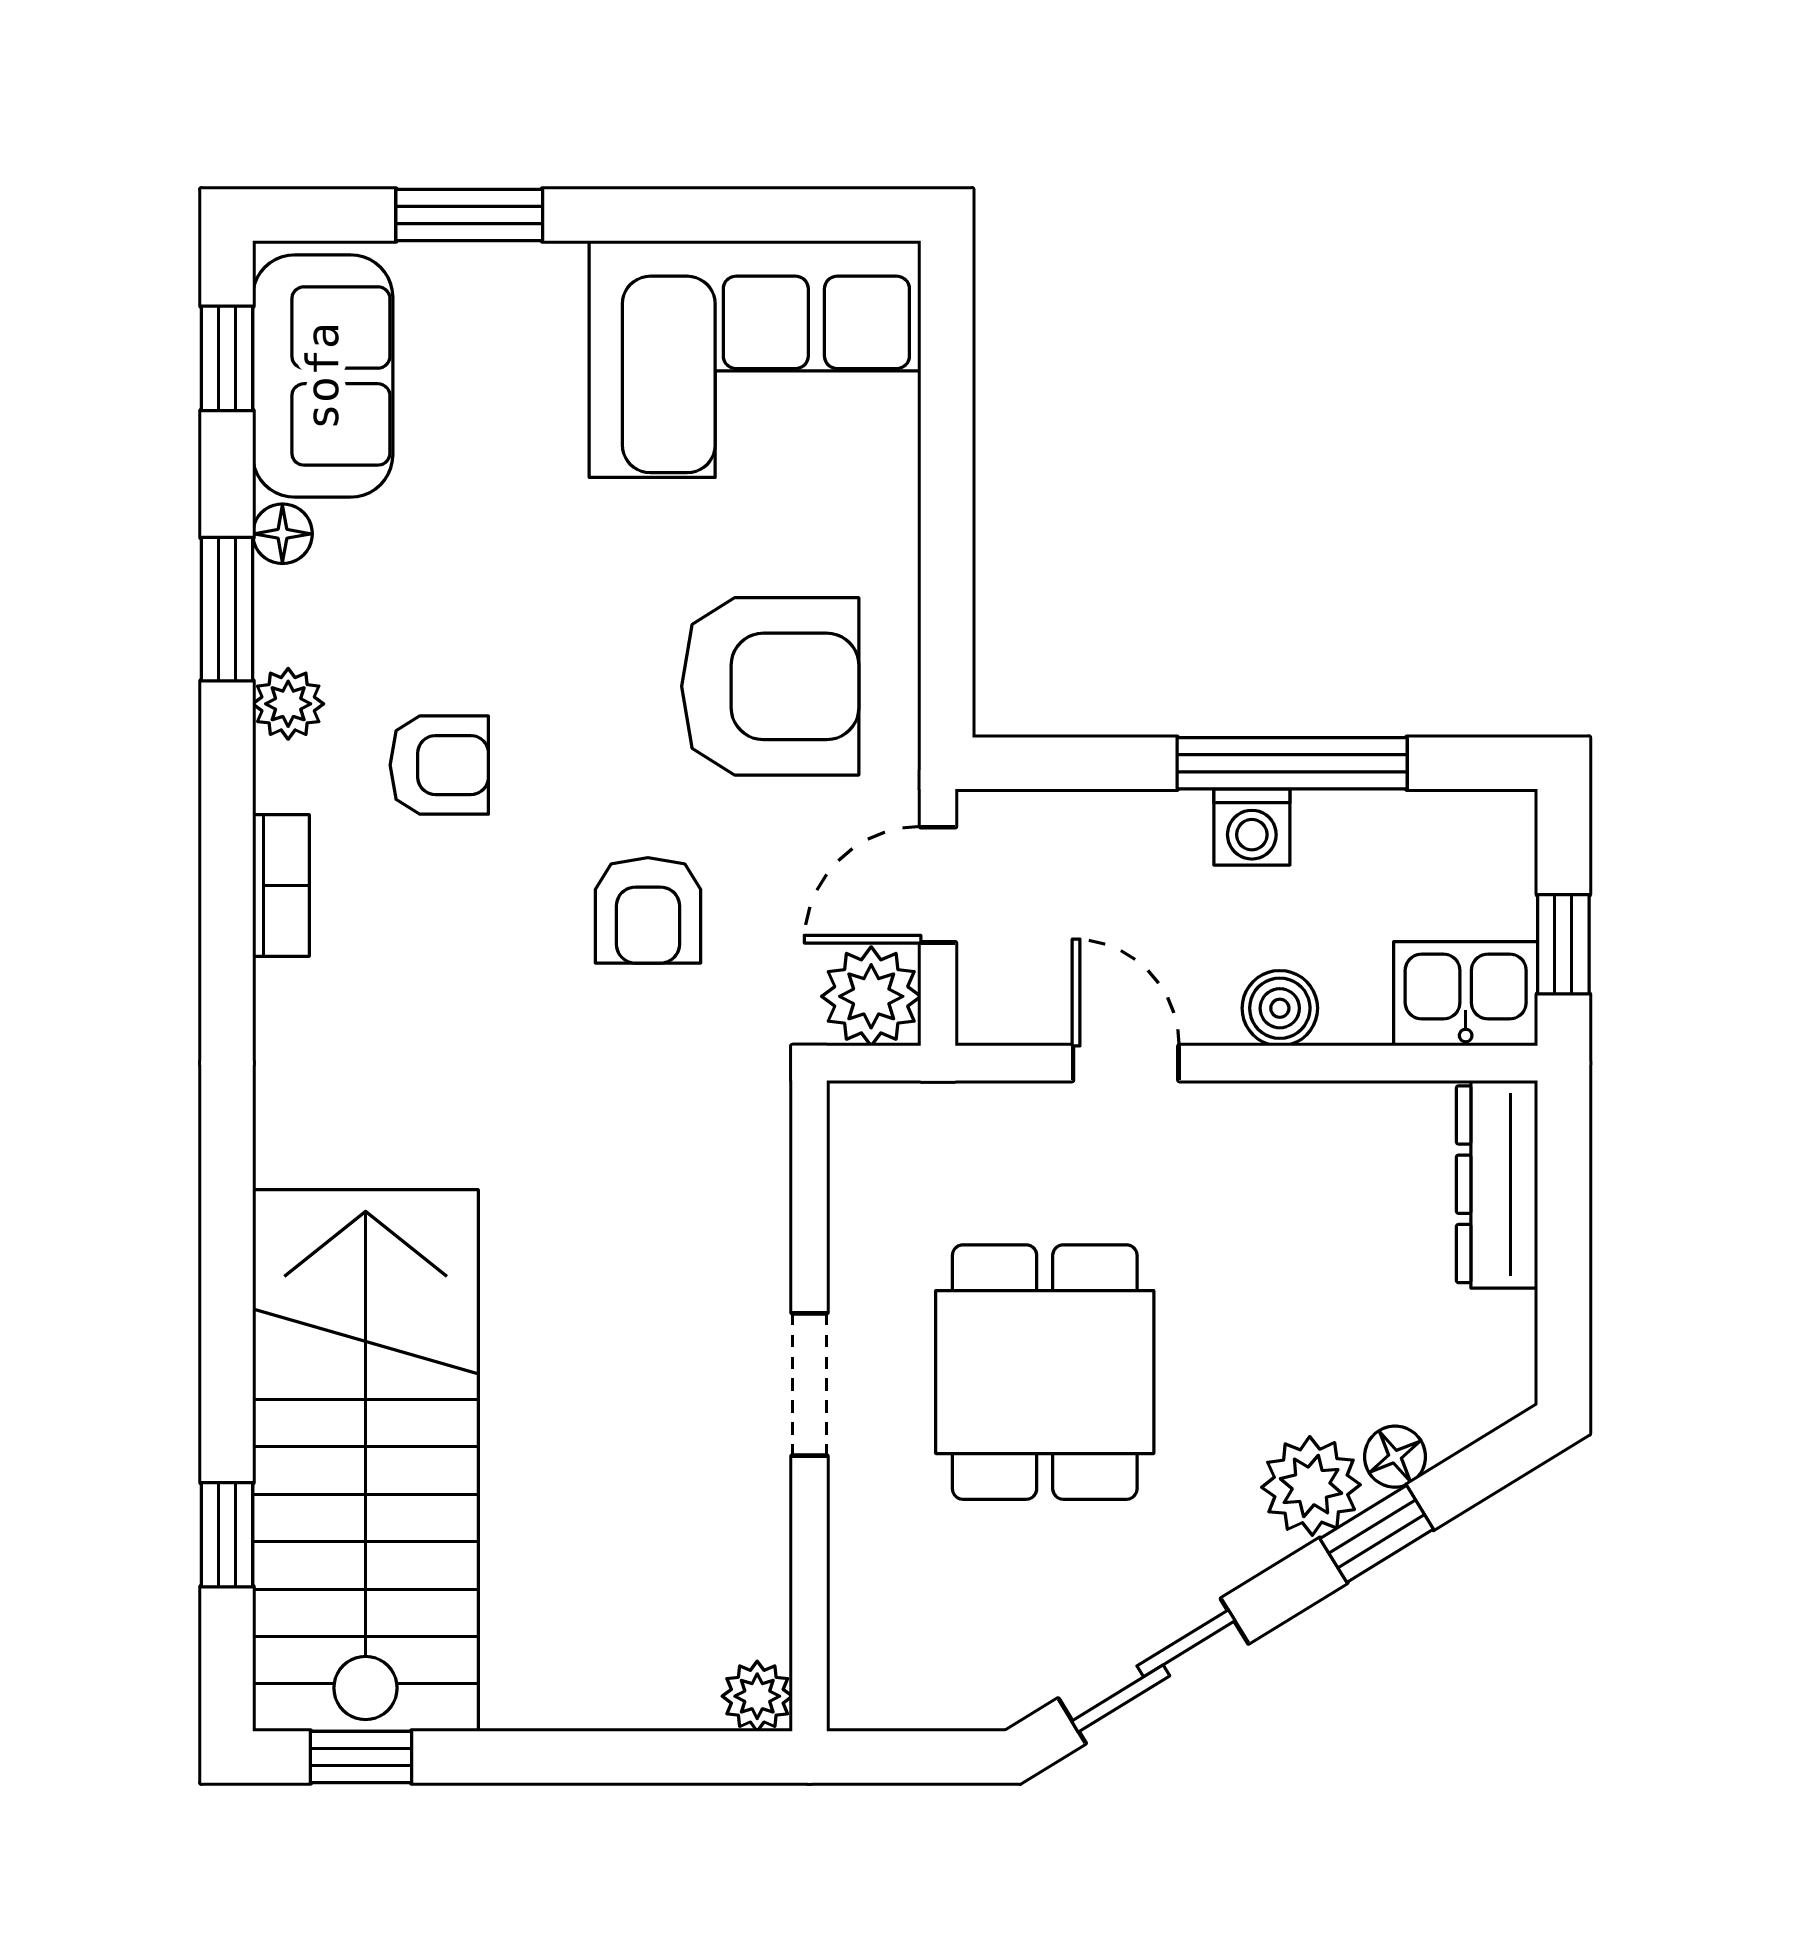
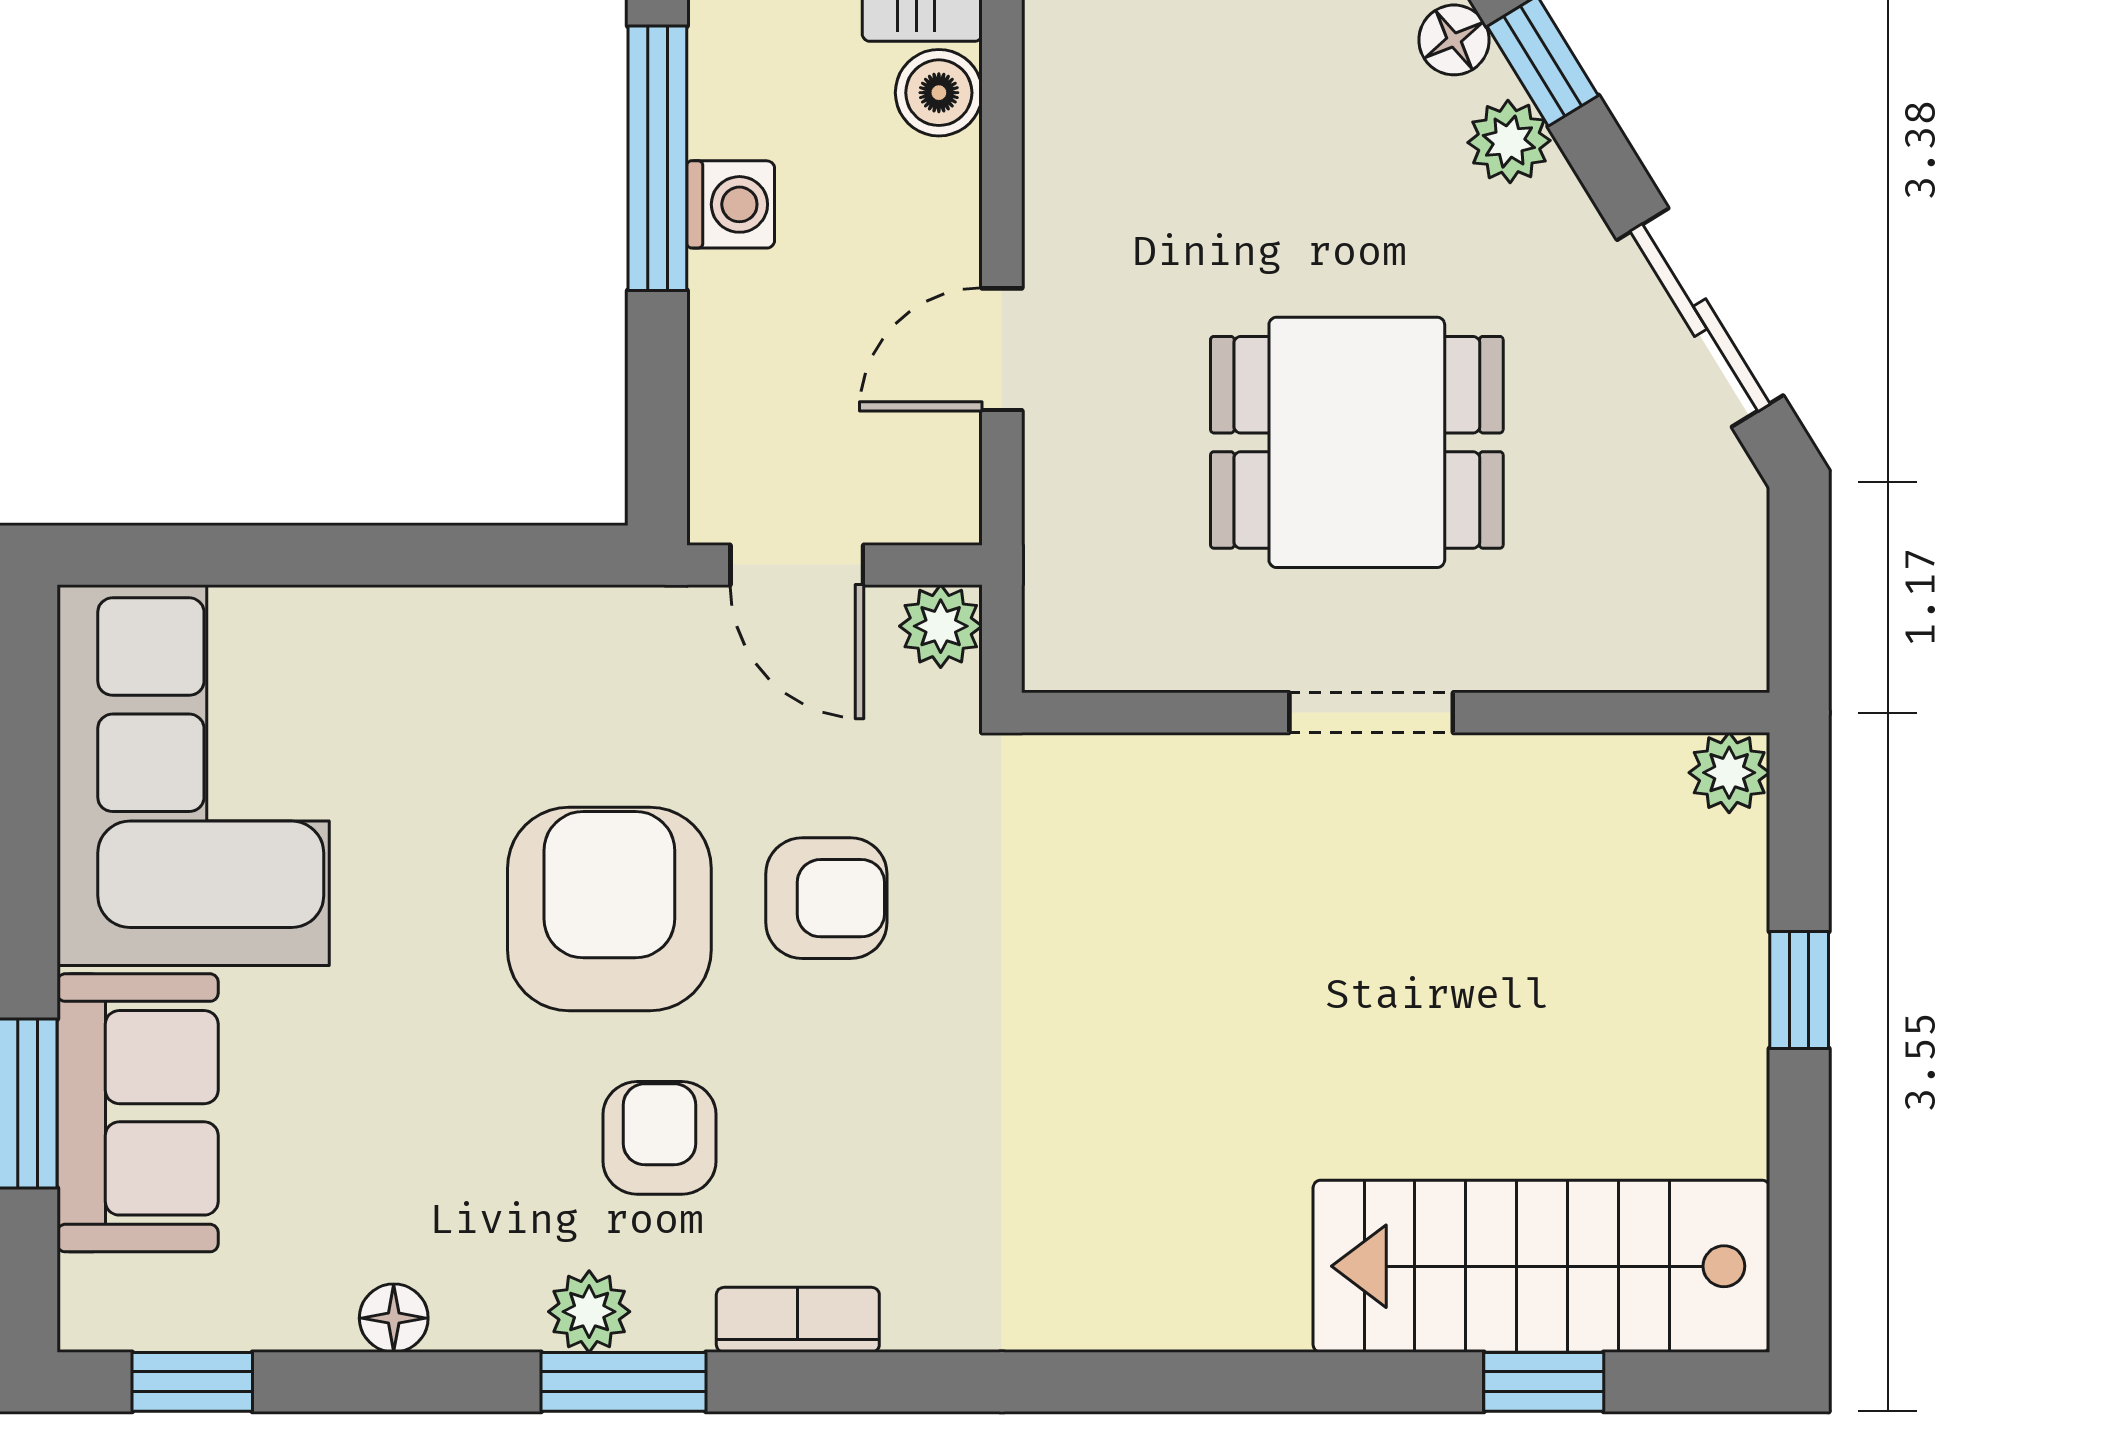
sofa: (323, 376) -> (138, 1113), moved, turned 90
window: (227, 609) -> (623, 1382), moved
armchair: (770, 686) -> (609, 909), moved
plant: (871, 996) -> (941, 626), width x0.73, depth x0.73
boiler: (1280, 1008) -> (939, 93), moved
stairs: (366, 1460) -> (1541, 1266), width x0.73, depth x0.66
plant: (1311, 1486) -> (1509, 142), width x0.73, depth x0.73
window: (361, 1757) -> (1799, 990), moved

